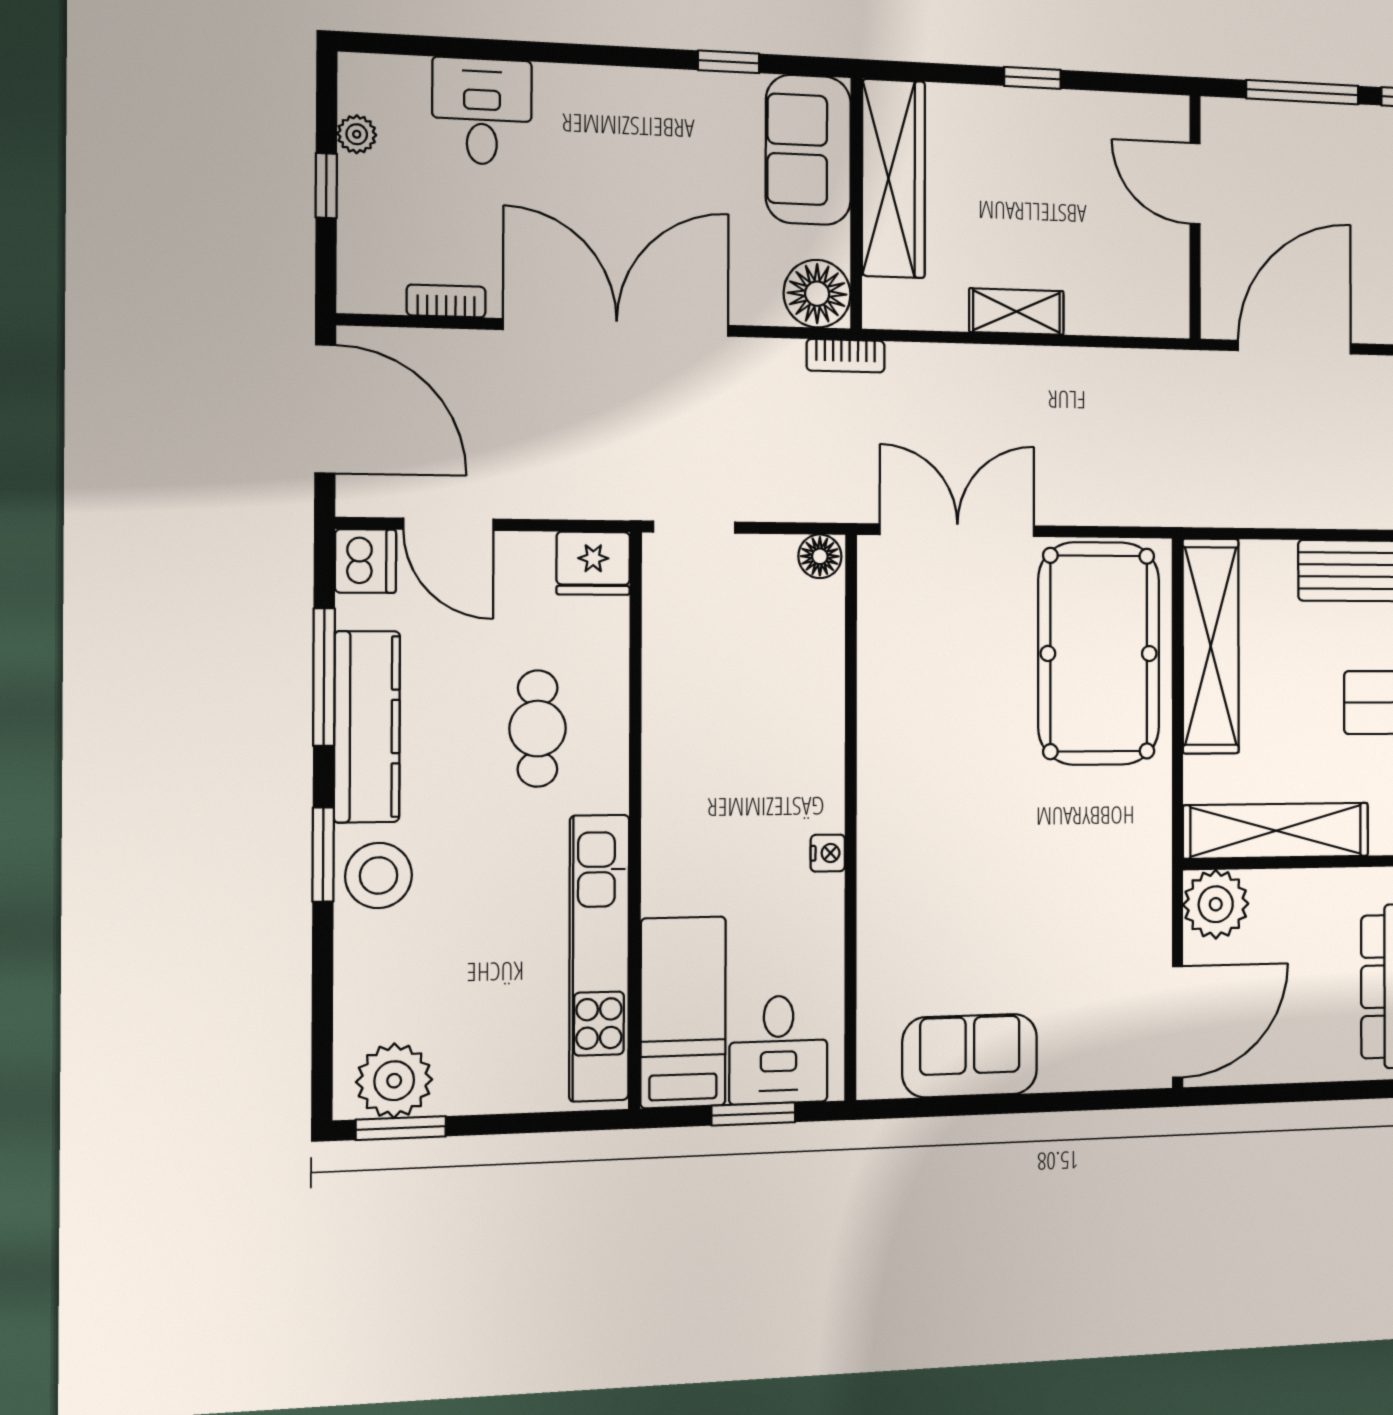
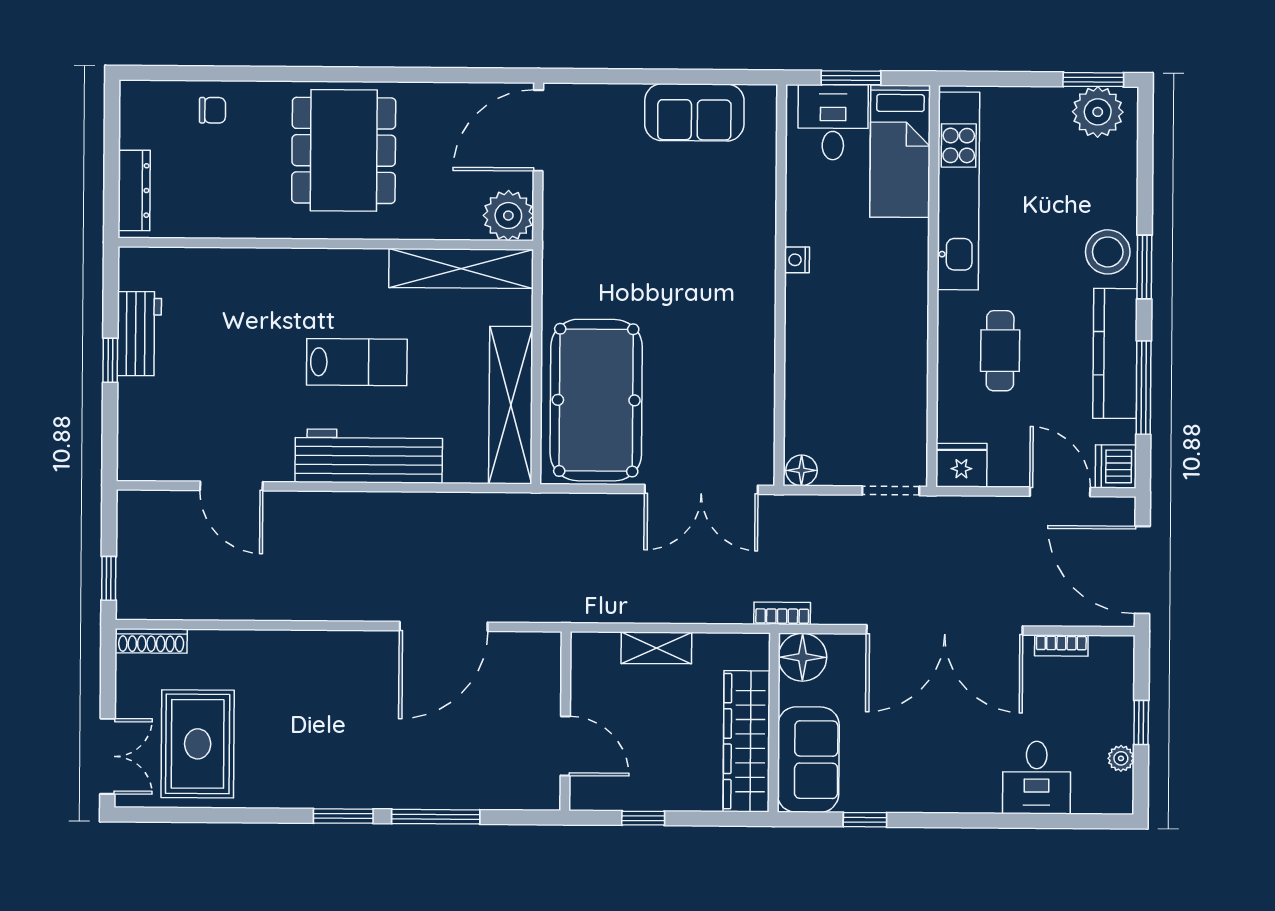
door: (1195, 183) -> (565, 746), moved
wall: (1195, 217) -> (565, 721), moved

